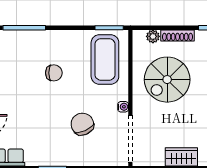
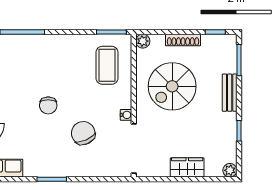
plant: (153, 36) -> (143, 41), moved
coffee table: (105, 59) -> (107, 65), width x0.73, depth x0.76
chair: (54, 73) -> (48, 105), moved, turned 90

